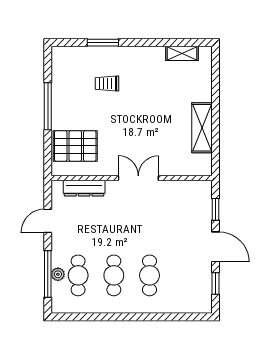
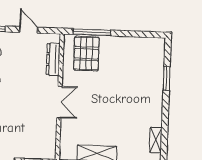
trolley: (107, 83) -> (134, 80), removed
window: (48, 106) -> (92, 32), moved

